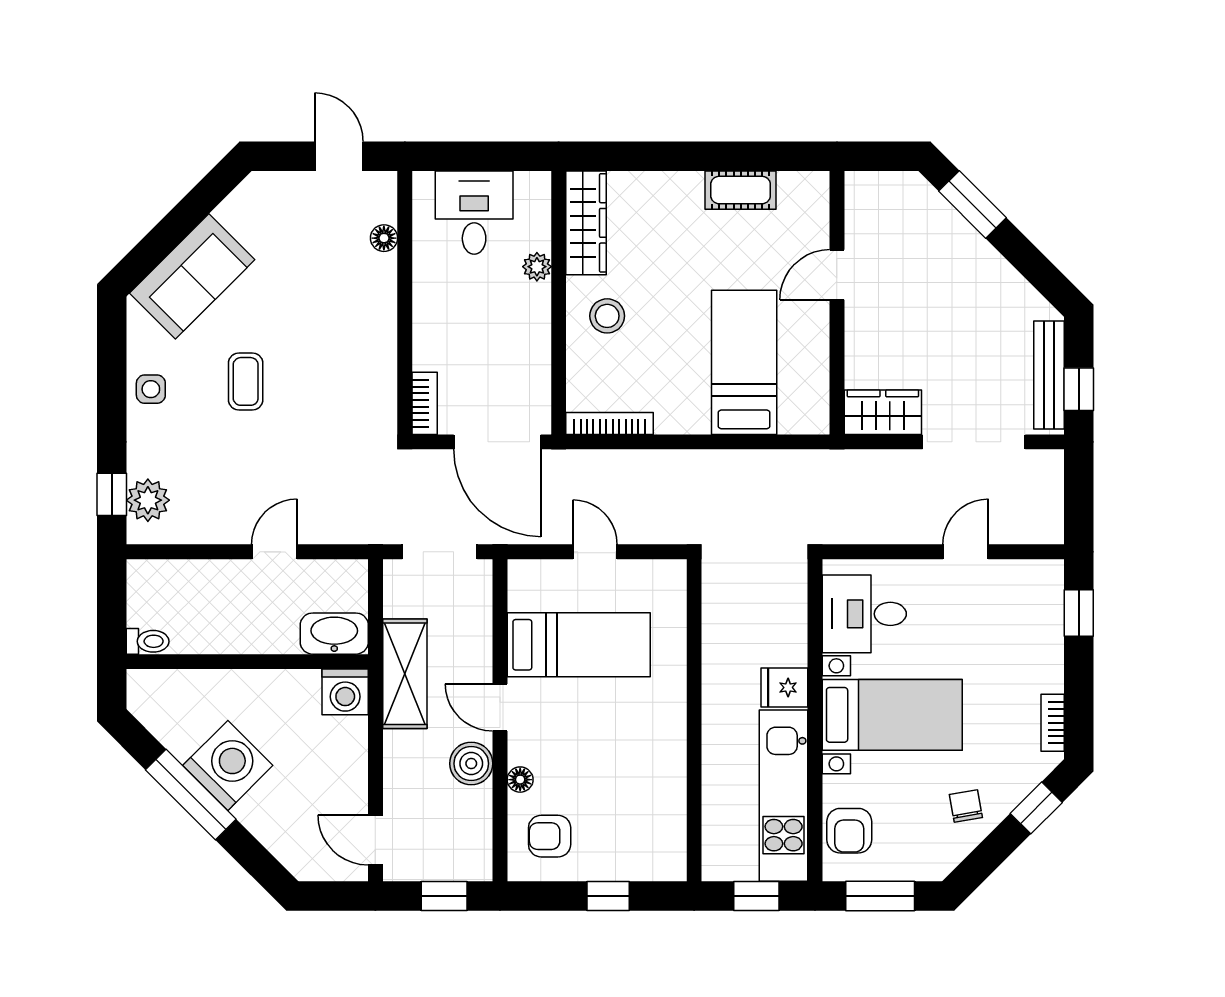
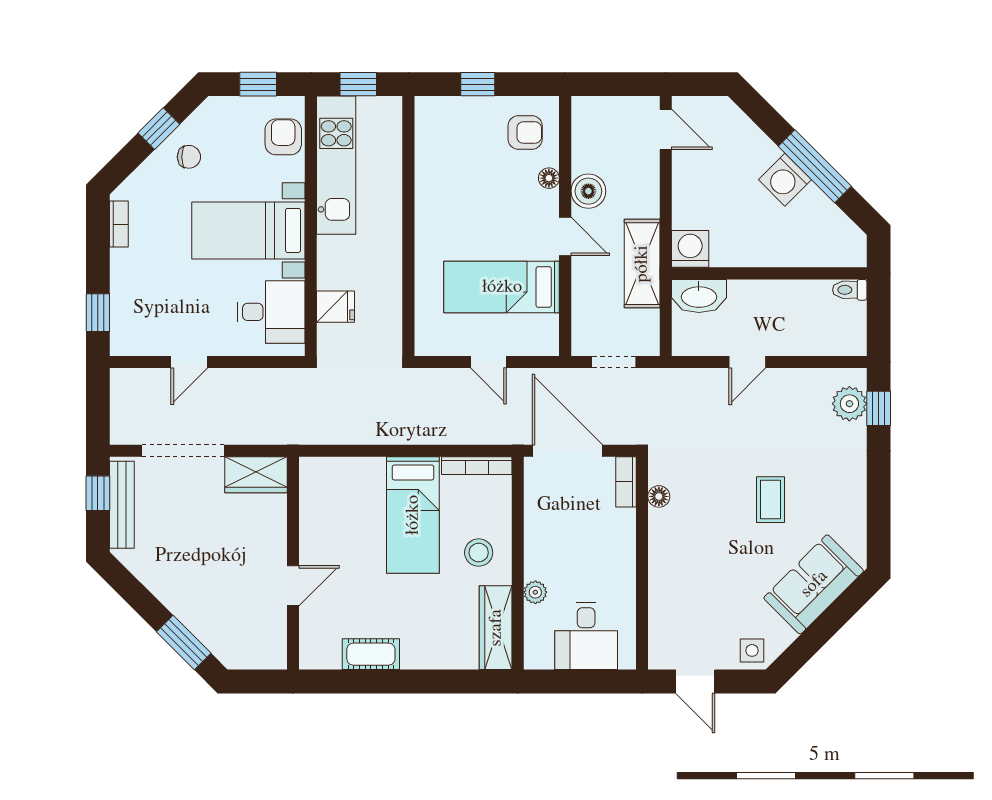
floor lamp: (384, 238) -> (659, 496), moved
bed: (744, 362) -> (413, 515), moved
side table: (151, 389) -> (752, 650), moved
doorway: (440, 552) -> (614, 362), width x0.73
fridge: (784, 687) -> (336, 307), moved
washing machine: (228, 765) -> (785, 180), width x0.73, depth x0.73
chair: (966, 806) -> (189, 157), turned -80
window: (1036, 808) -> (159, 129), moved
window: (444, 896) -> (610, 84), removed
window: (880, 896) -> (258, 84), width x0.67

